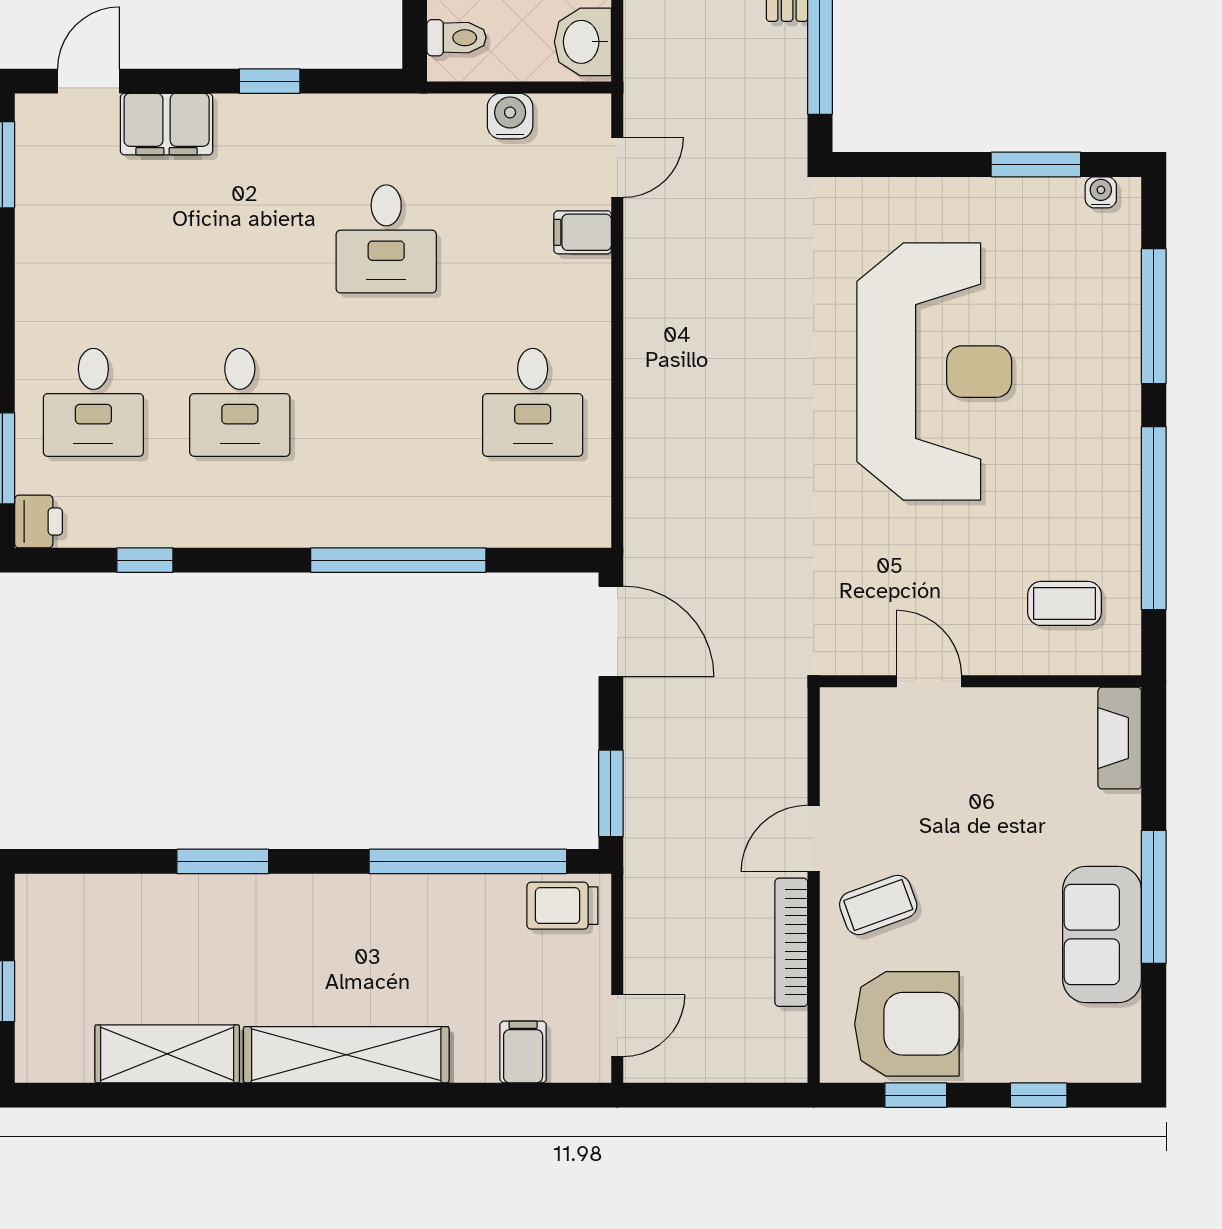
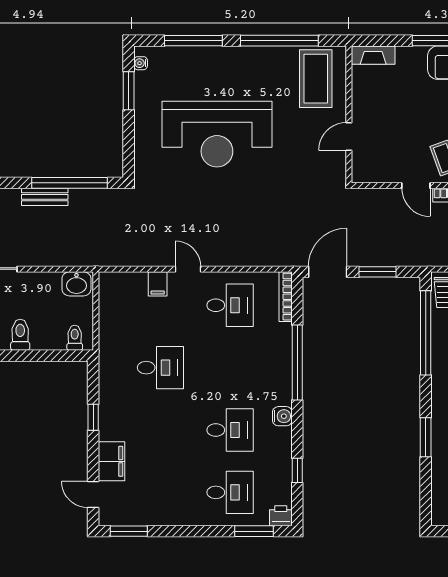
water cooler: (510, 116) -> (282, 416), moved, turned 180
door: (617, 167) -> (188, 269), moved
reception desk: (934, 372) -> (217, 134), turned 180
bookcase: (553, 533) -> (286, 297), added
coffee table: (1065, 603) -> (316, 79), width x1.86, depth x1.72
window: (611, 793) -> (377, 272), moved

